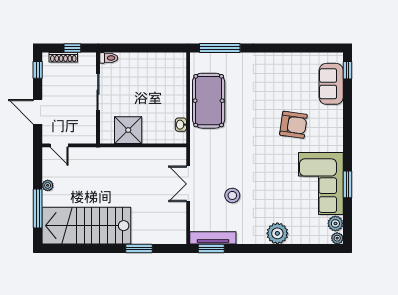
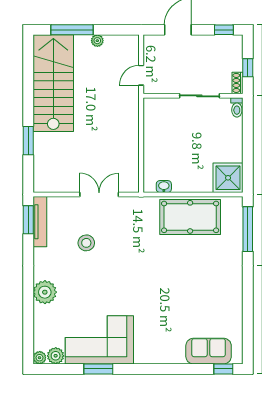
shoe rack: (63, 57) -> (238, 83), moved, width x0.70
armchair: (293, 125) -> (164, 310), removed
shower: (128, 130) -> (228, 178), moved
door: (59, 145) -> (141, 75), moved

